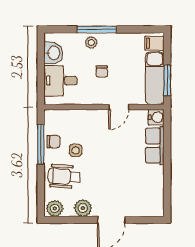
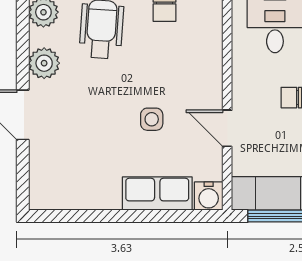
side table: (76, 150) -> (152, 119), moved

